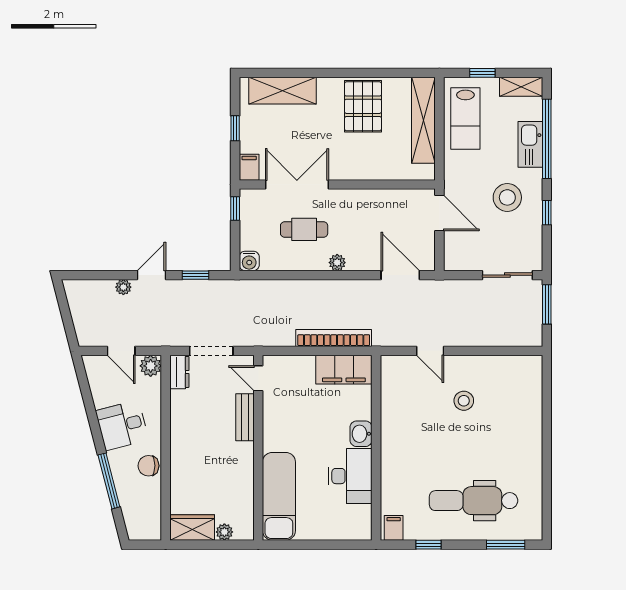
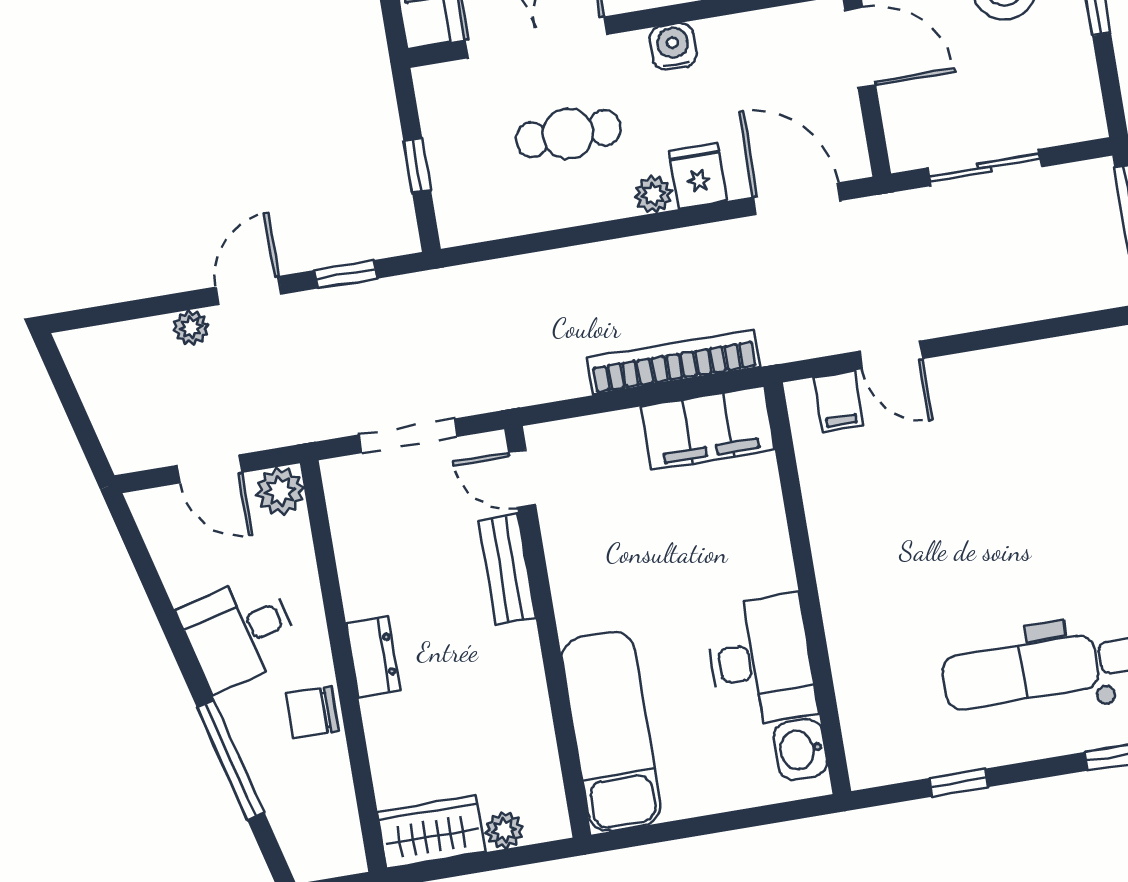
window: (235, 209) -> (417, 165), moved
fridge: (358, 258) -> (698, 176), added
water cooler: (249, 261) -> (673, 46), moved, turned 180
sliding door: (507, 275) -> (985, 167), moved
dresser: (179, 372) -> (373, 657), moved
stool: (464, 401) -> (984, 452), removed
washbasin: (361, 434) -> (800, 749), moved
filing cabinet: (394, 528) -> (838, 402), moved, turned 180

